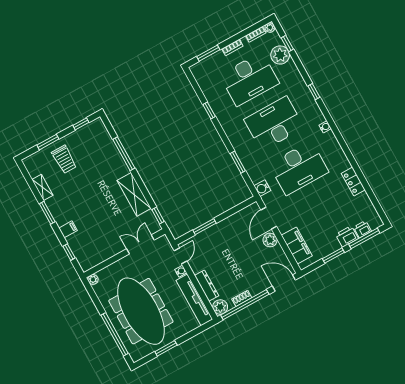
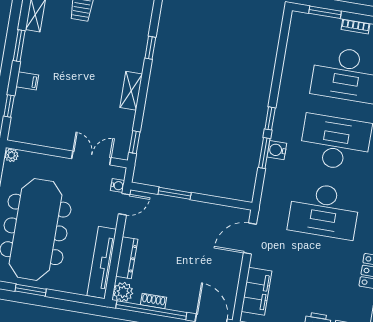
window: (209, 110) -> (270, 118), moved
window: (124, 154) -> (150, 48), width x0.46
water cooler: (262, 188) -> (277, 150), moved
shelving: (134, 194) -> (131, 91), width x0.67, depth x0.75
plant: (270, 240) -> (233, 263), removed
water cooler: (181, 271) -> (117, 186), moved

